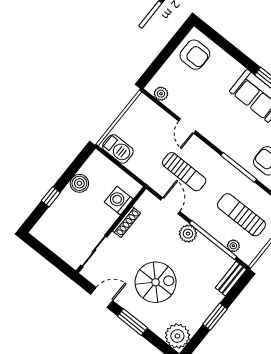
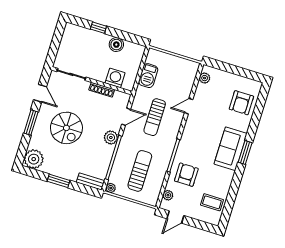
armchair: (195, 55) -> (241, 103), moved
barbecue: (118, 149) -> (148, 76), moved
plant: (233, 246) -> (111, 188), moved

